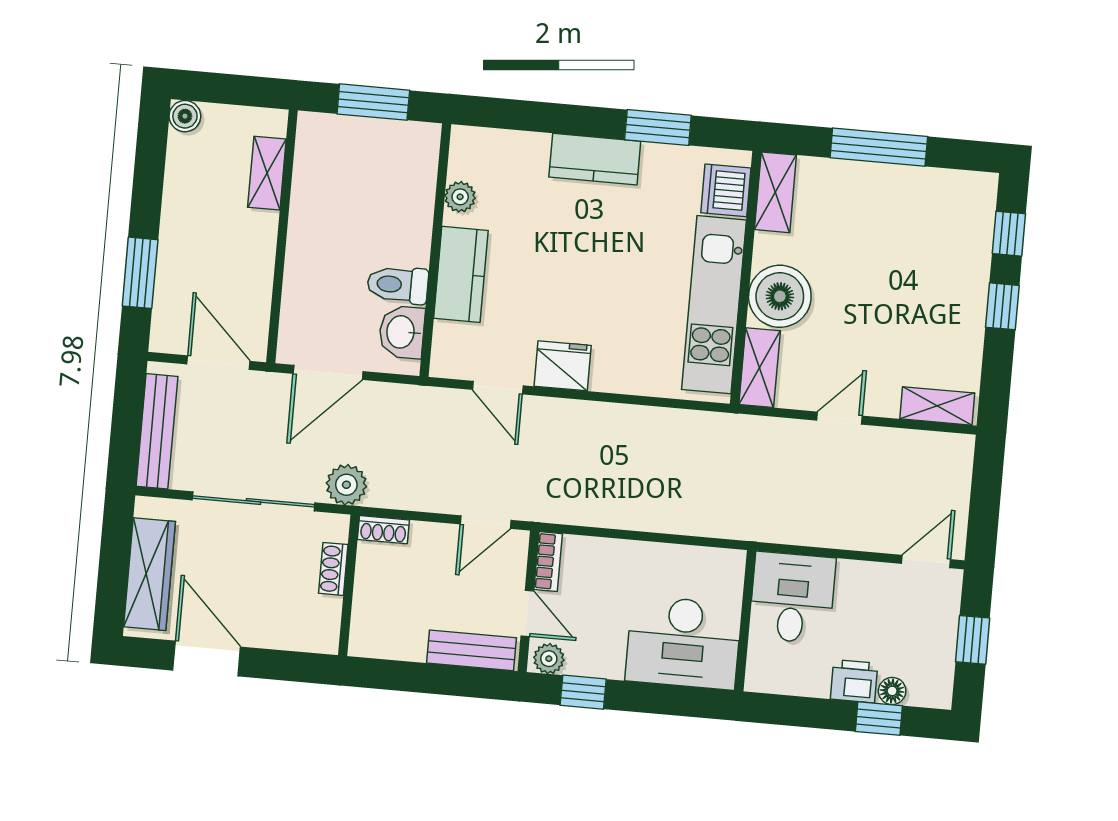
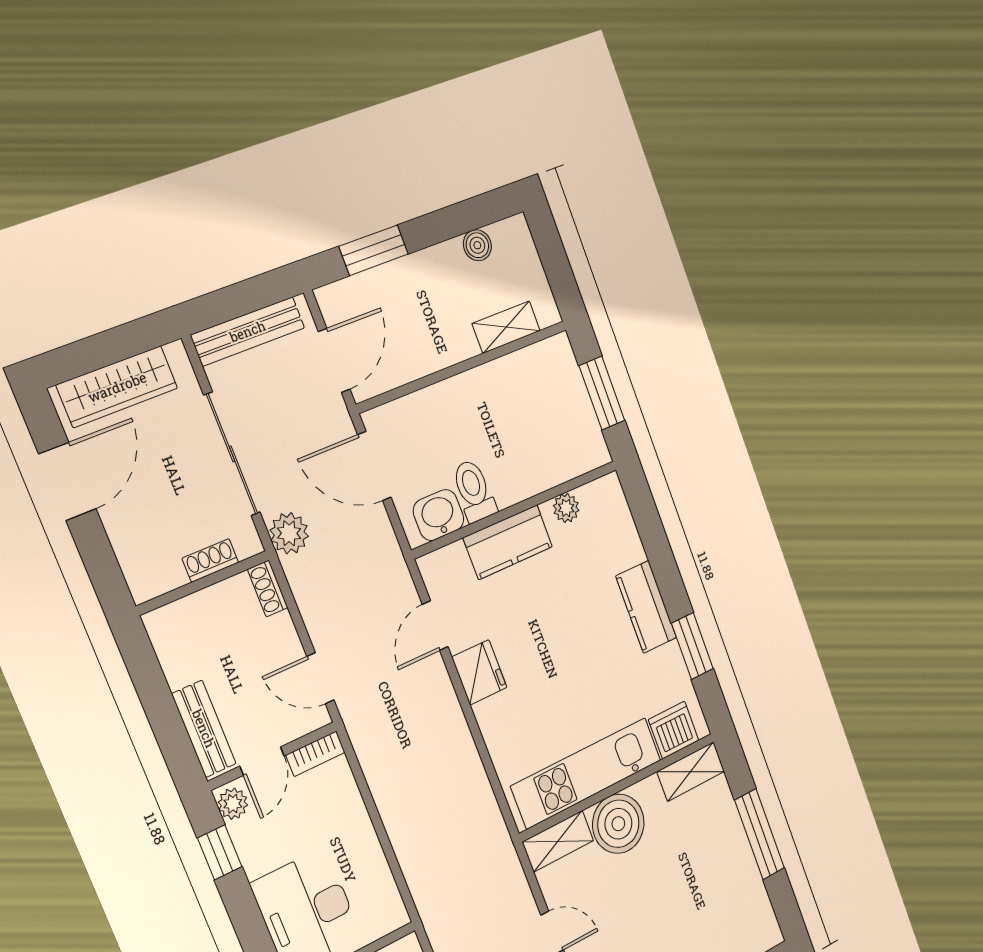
boiler: (185, 116) -> (477, 245), moved

